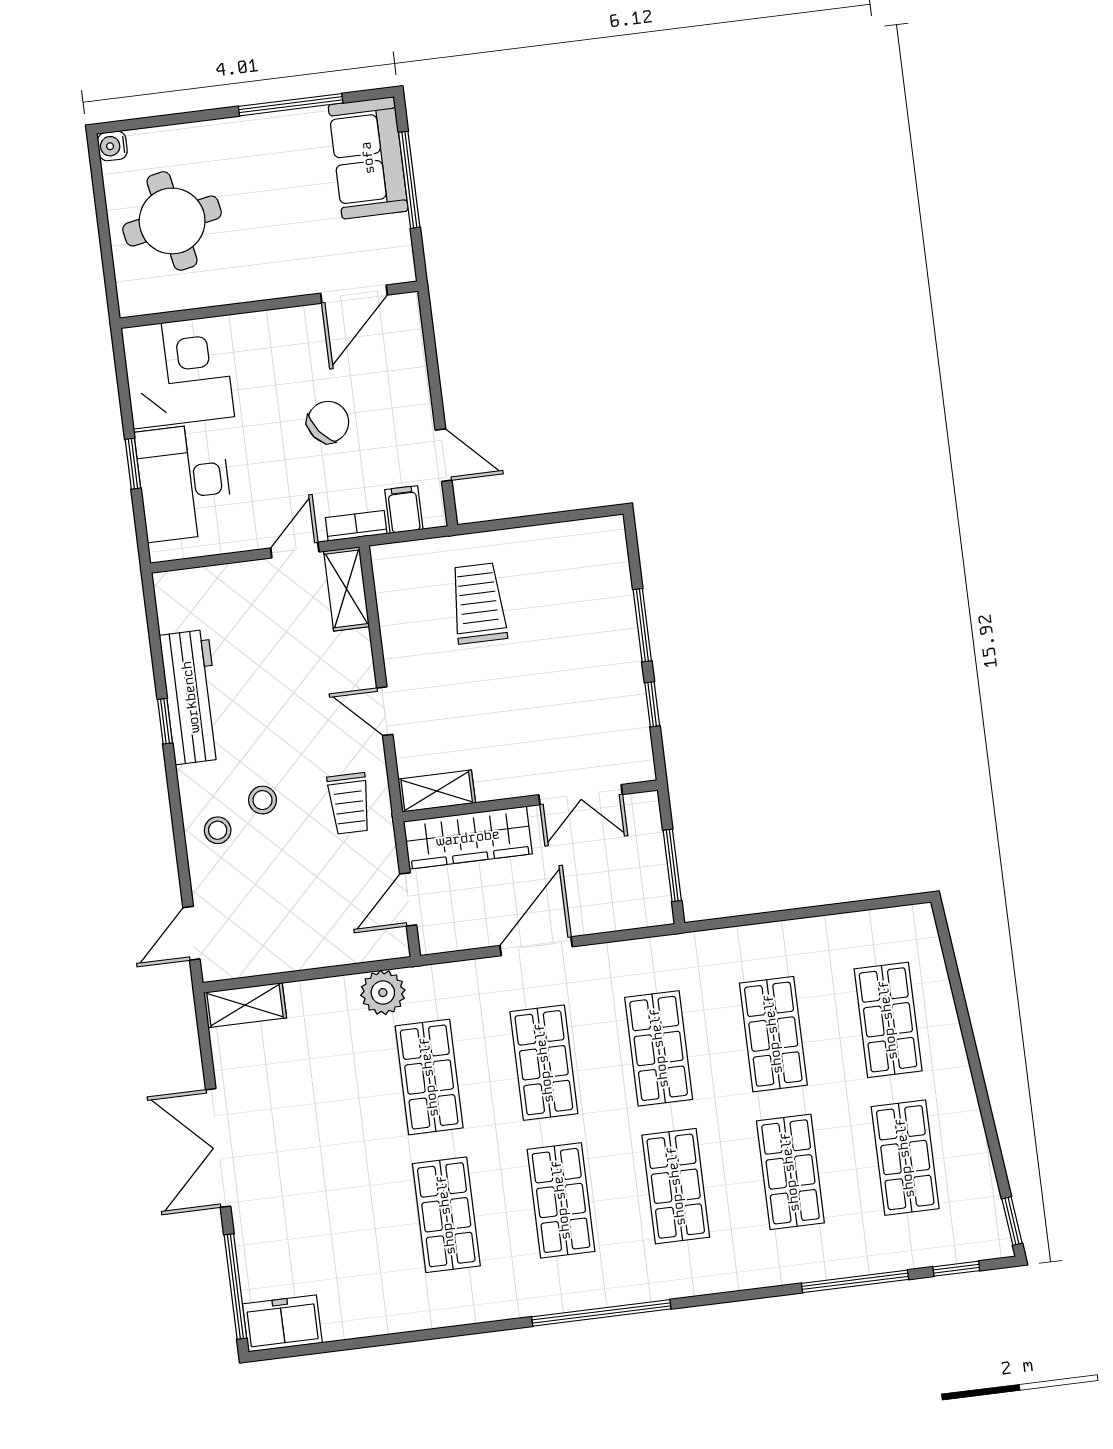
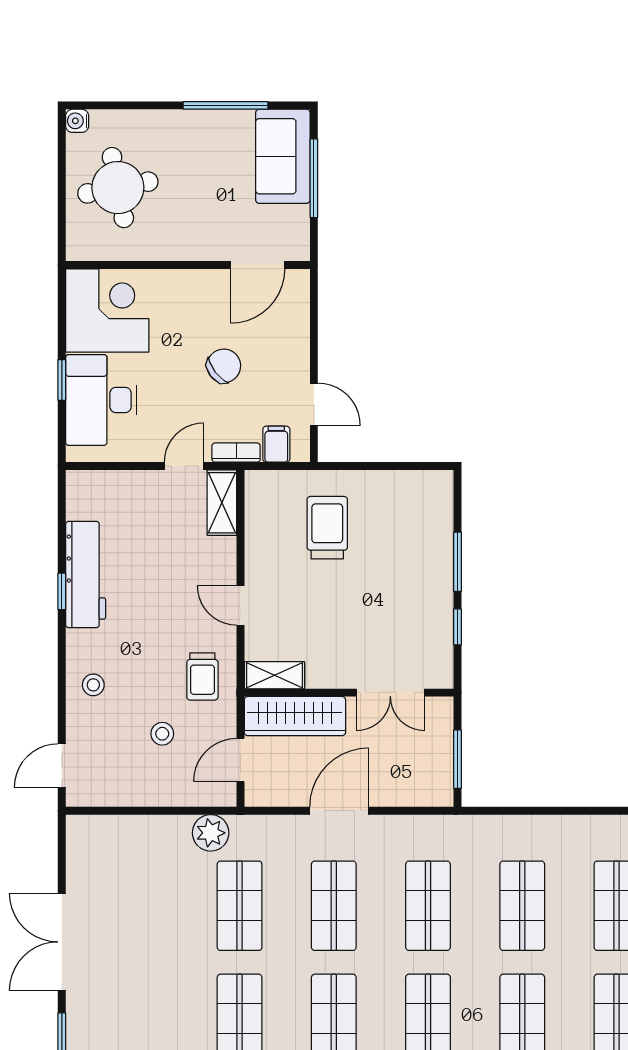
stool: (263, 800) -> (162, 734), moved
shelving: (245, 1005) -> (98, 829), removed

